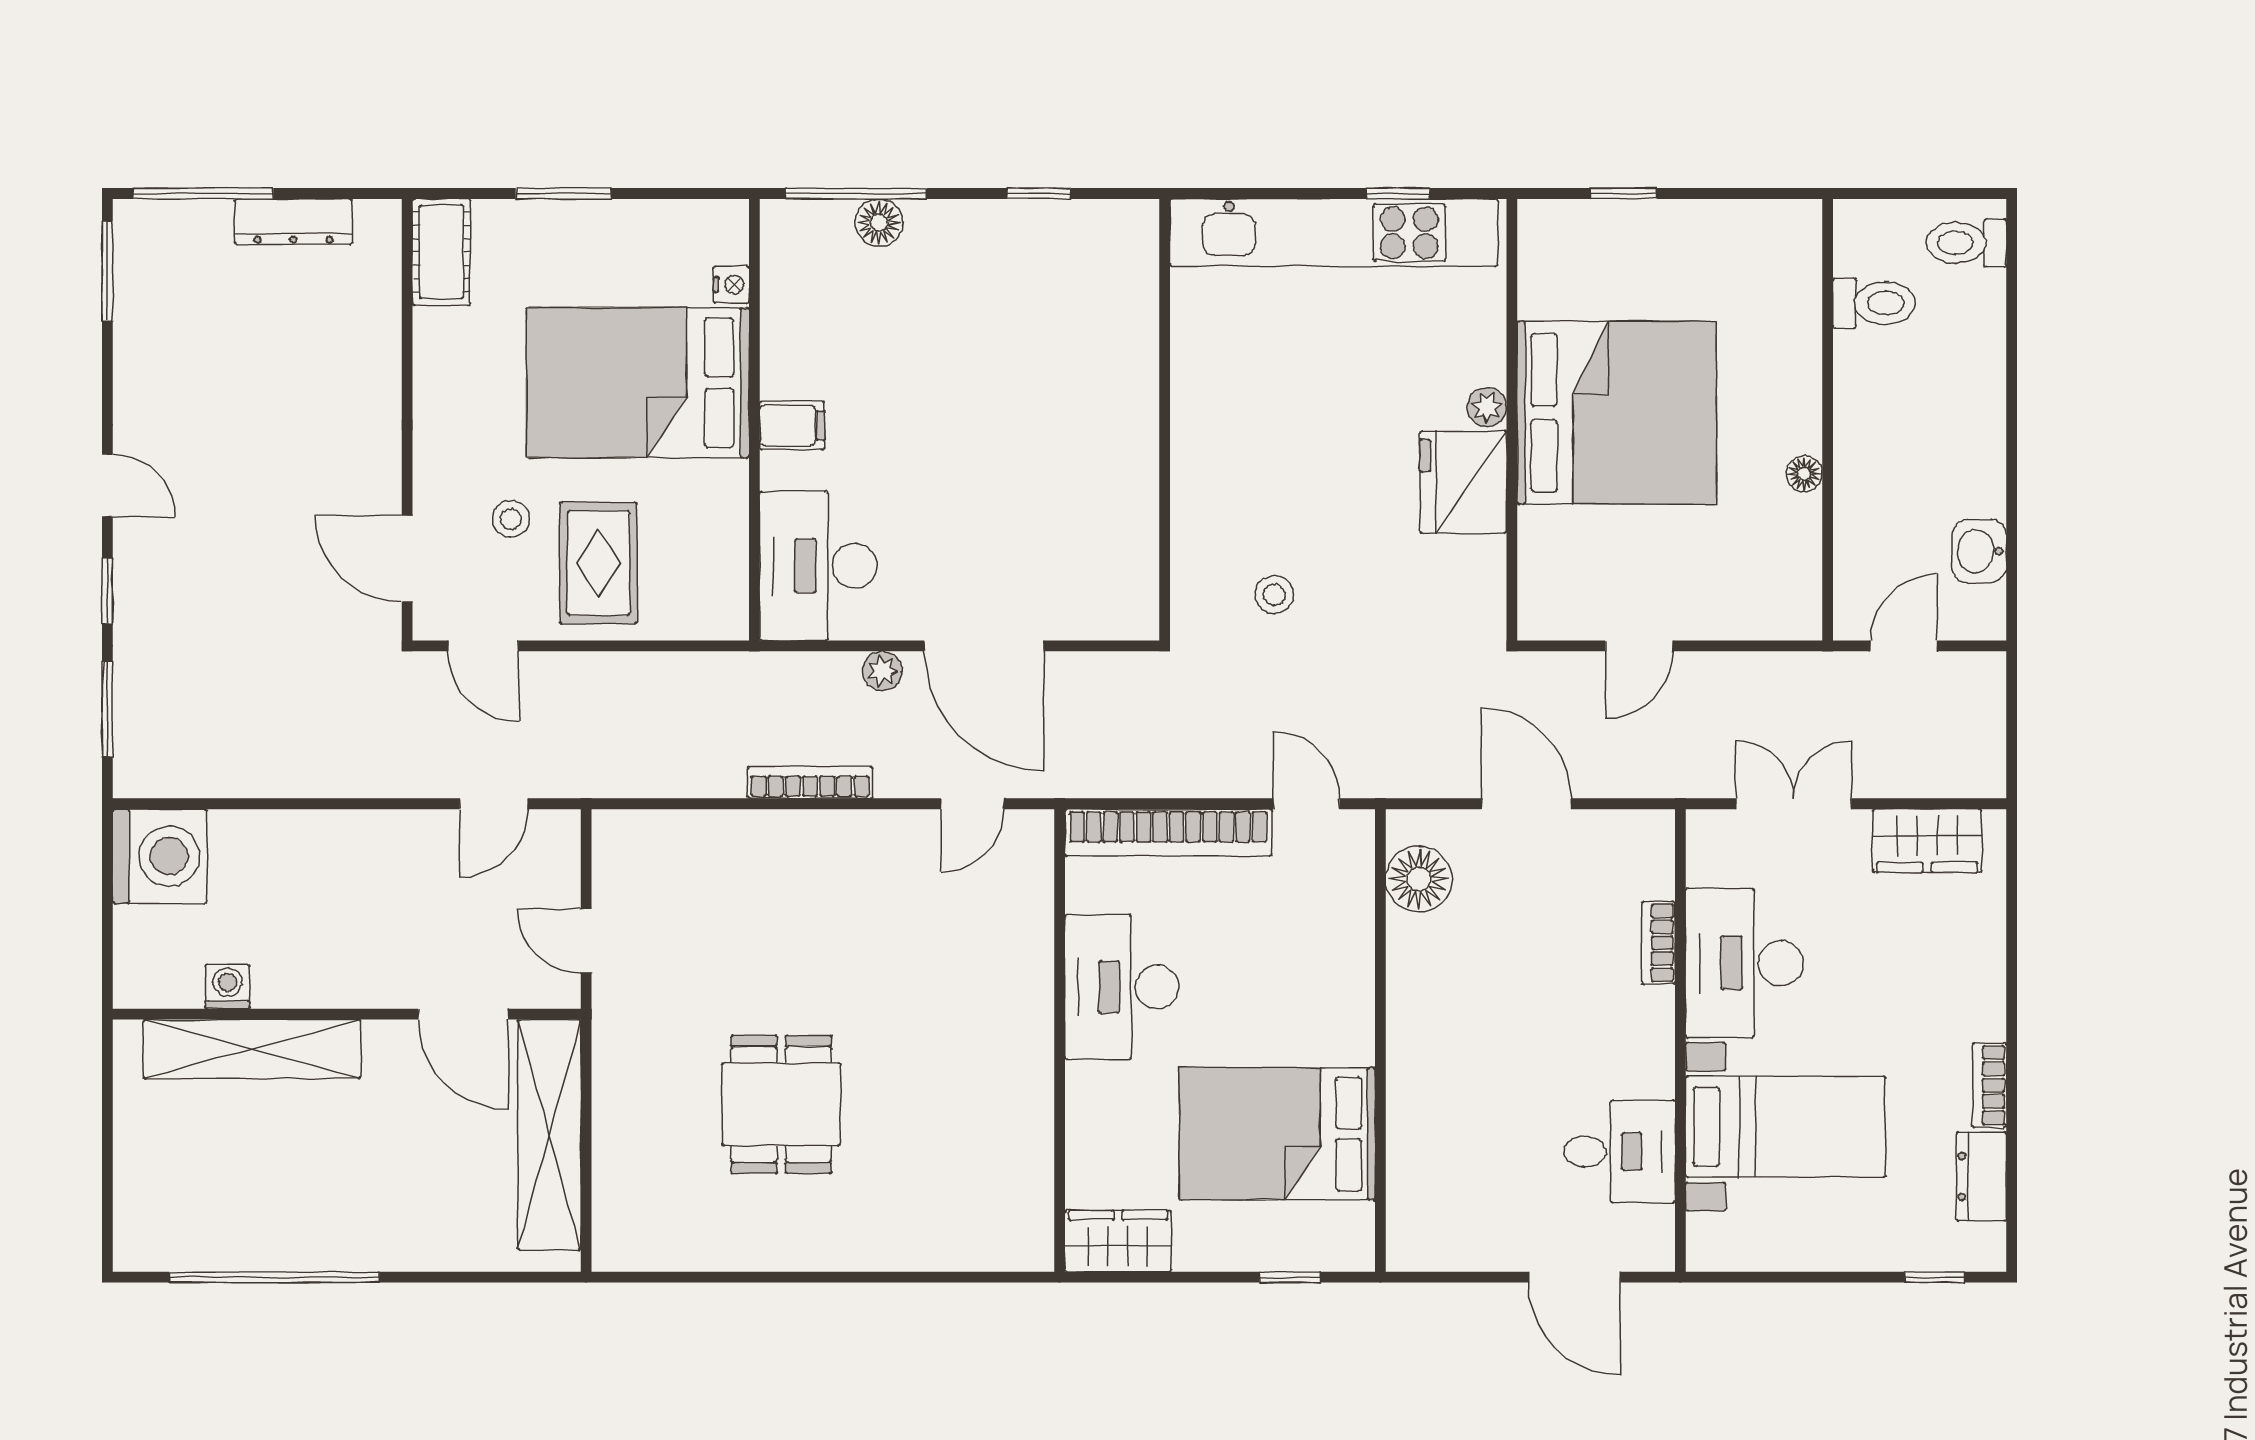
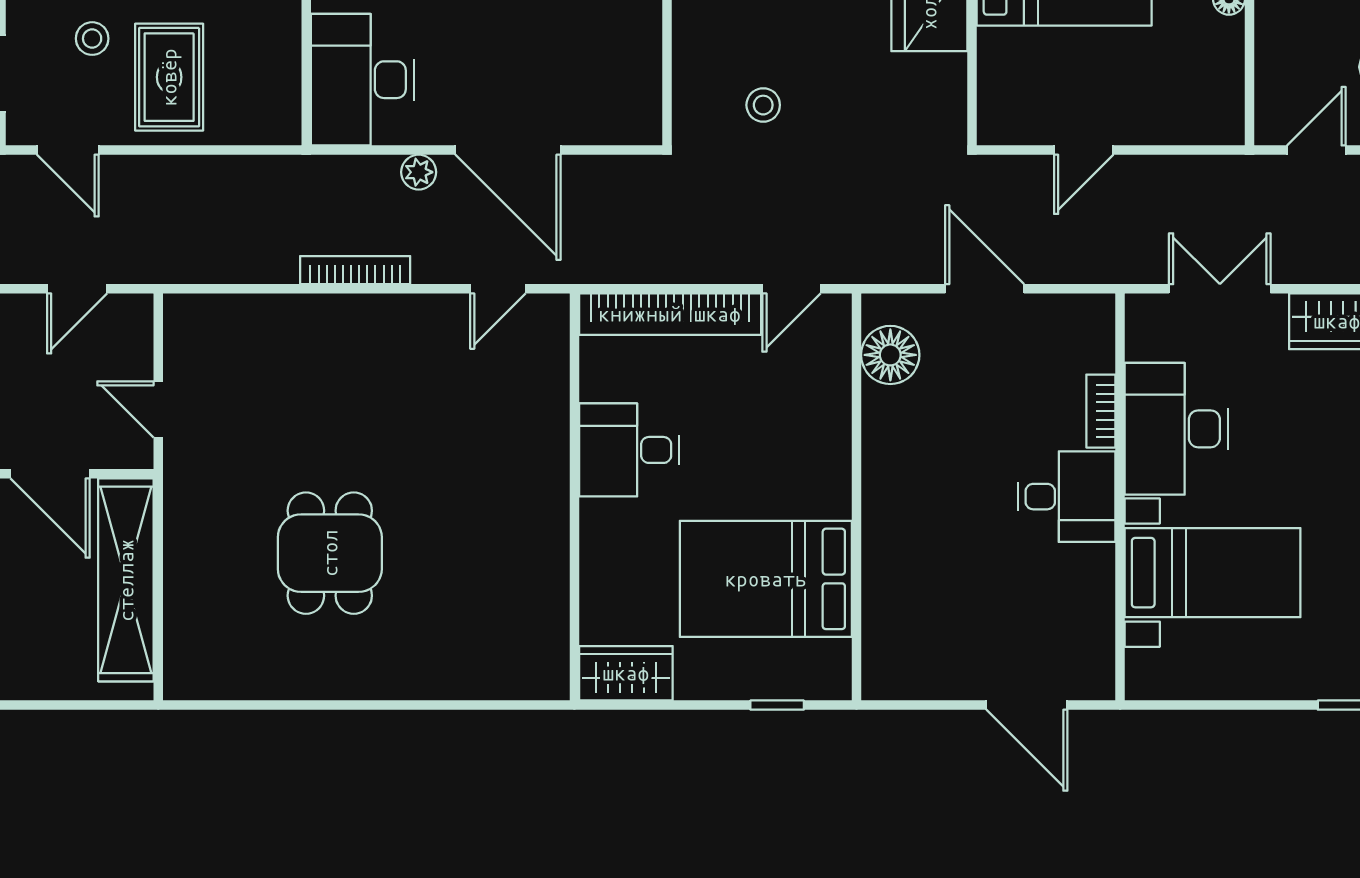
door: (1306, 804) -> (792, 289), swing flipped
desk: (1122, 987) -> (629, 450), width x0.73
desk: (1619, 1151) -> (1067, 497), moved

